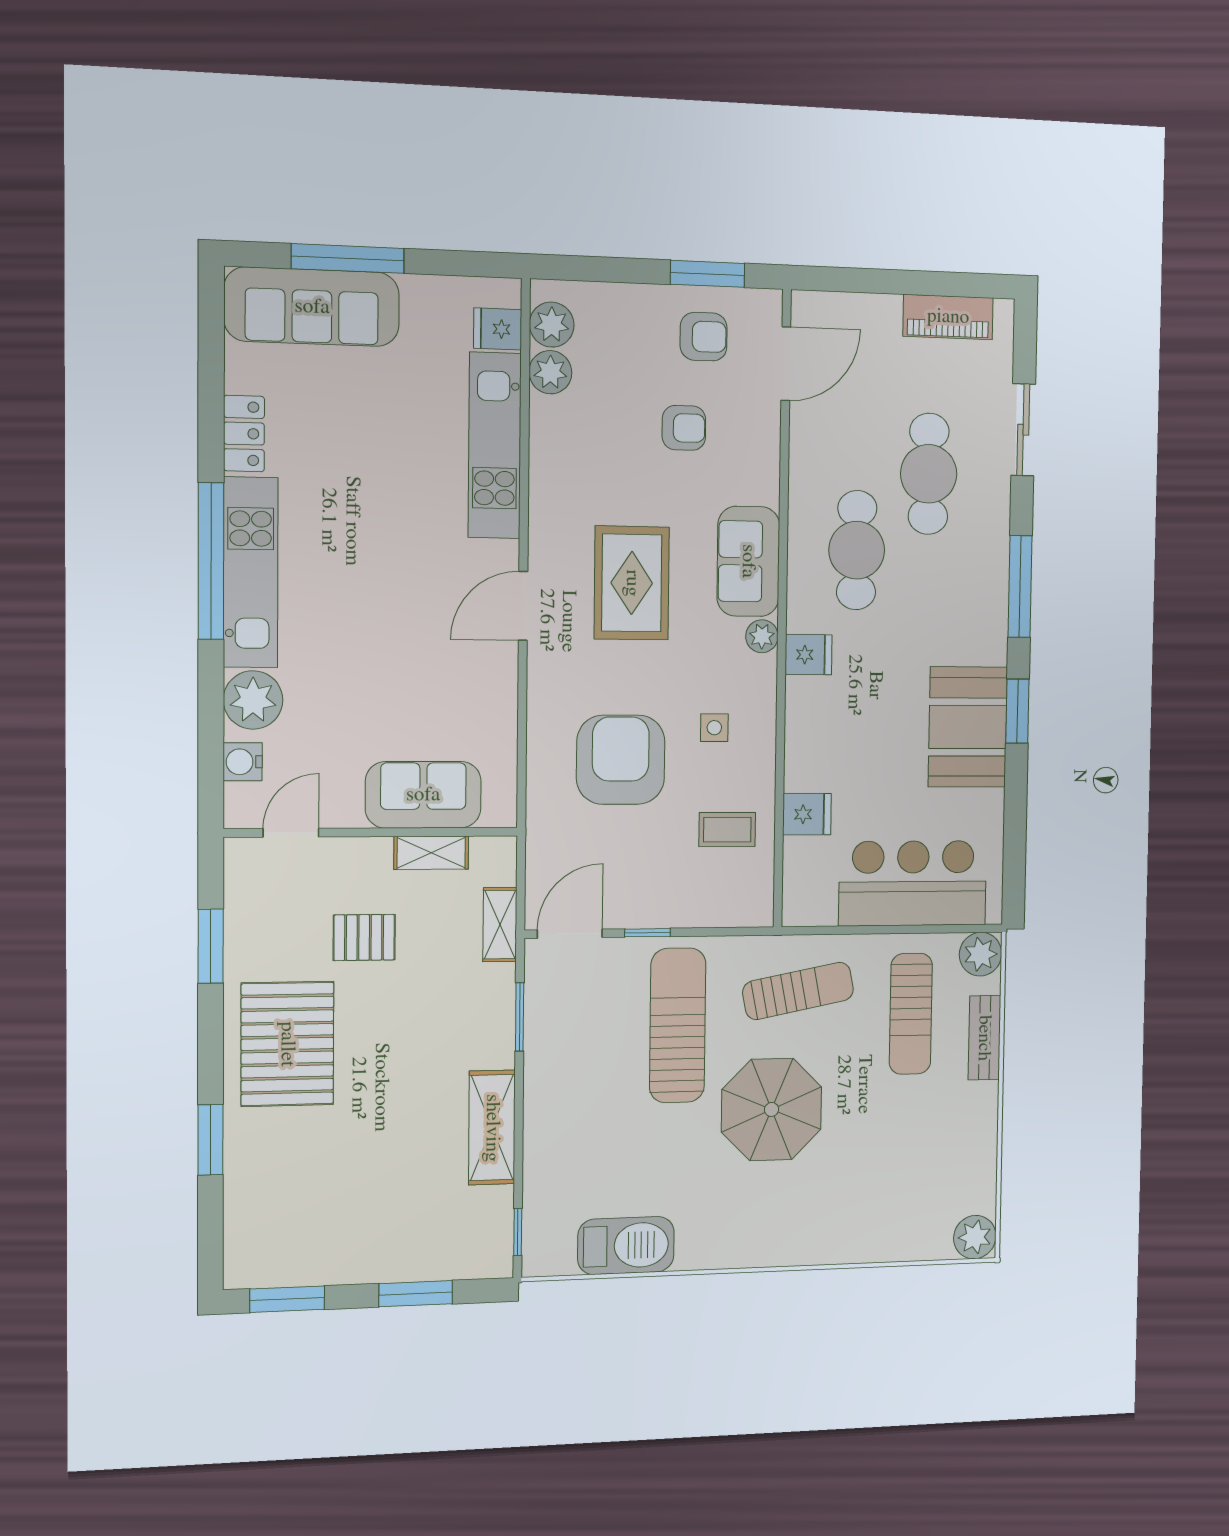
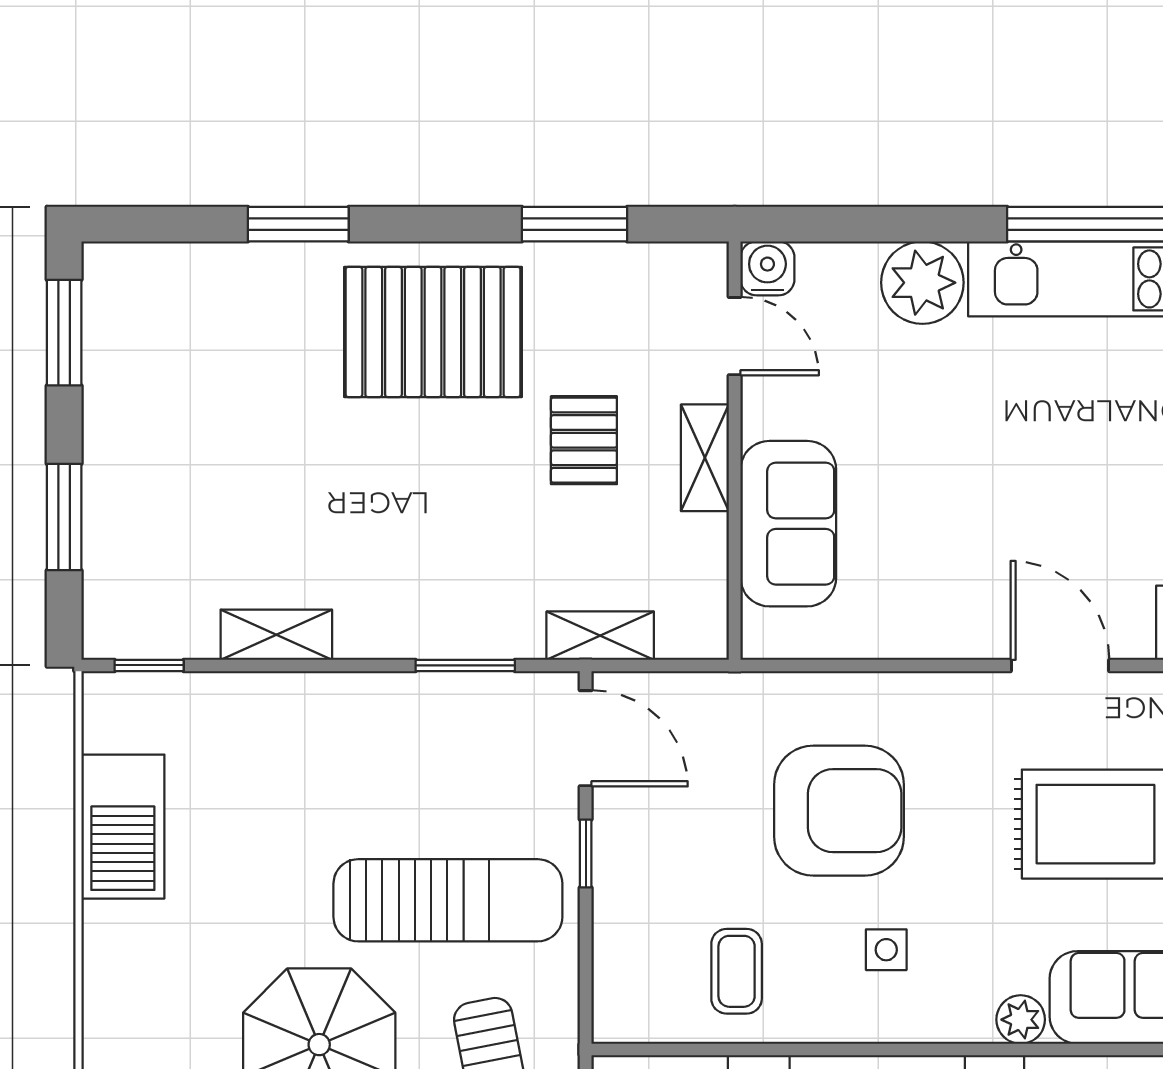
water cooler: (243, 762) -> (767, 268), moved
shelving: (431, 853) -> (705, 458), moved
shelving: (492, 1128) -> (276, 635), width x0.67, depth x0.75

